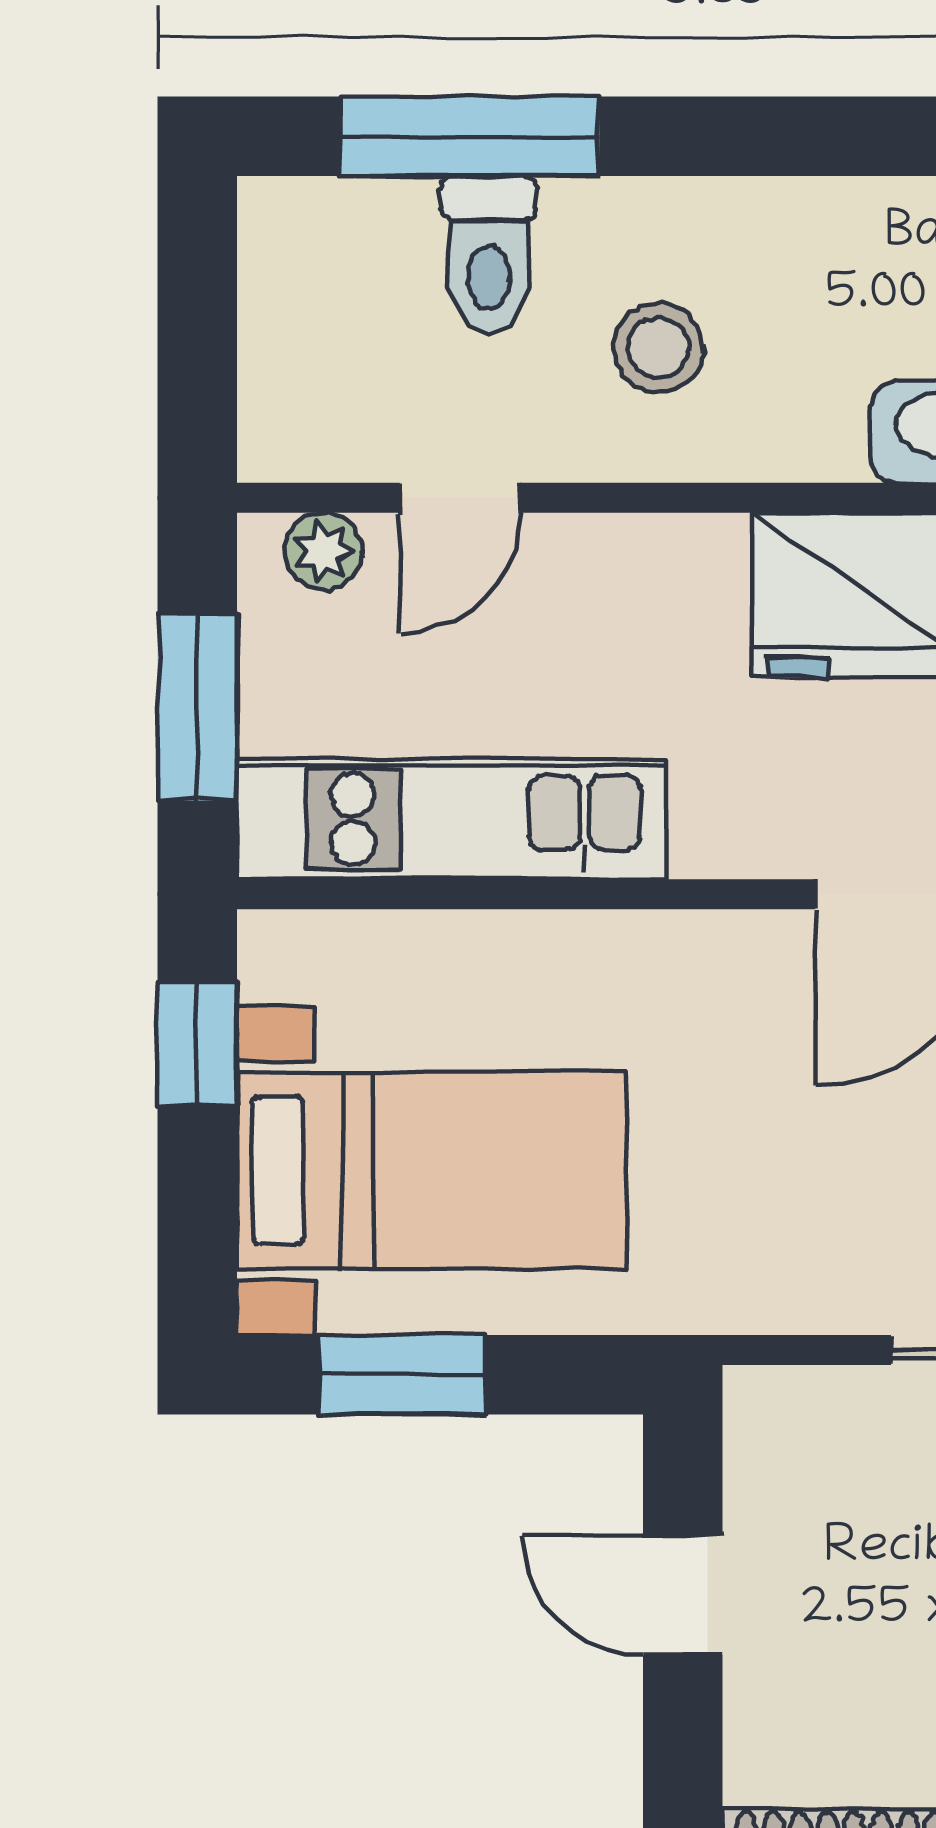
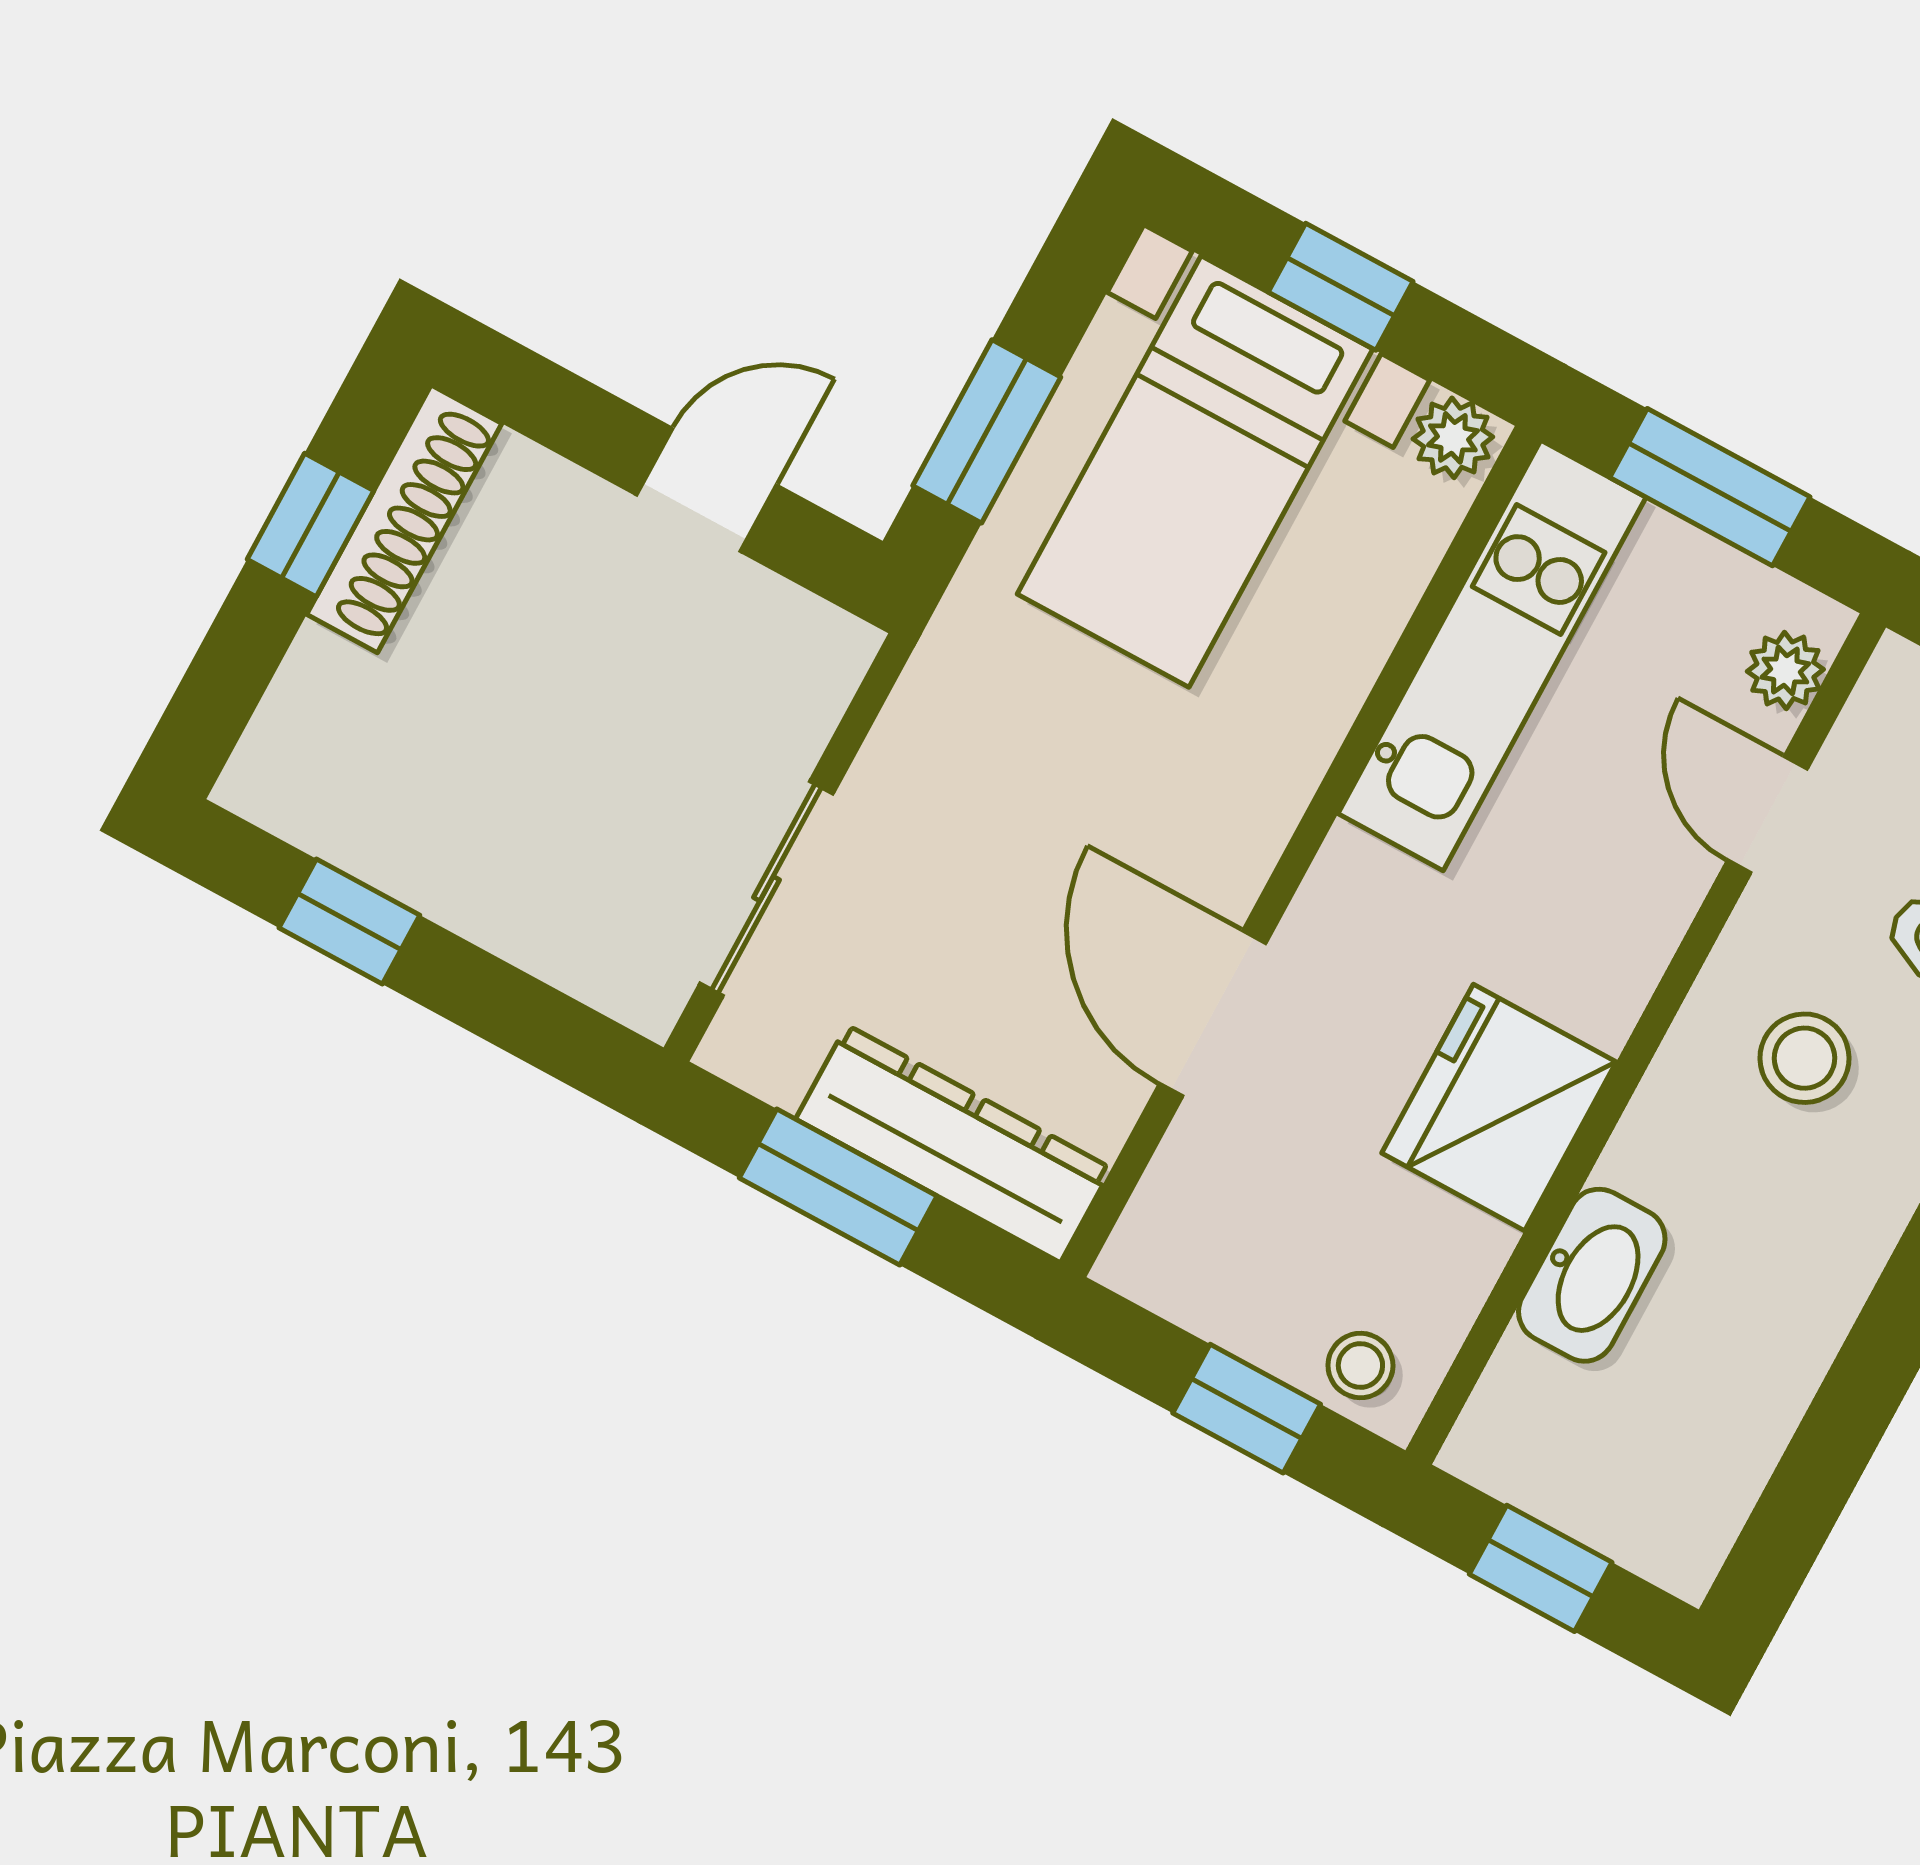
plant: (277, 958) -> (1453, 438), added
window: (197, 1044) -> (1341, 287), moved
window: (402, 1375) -> (987, 431), moved

